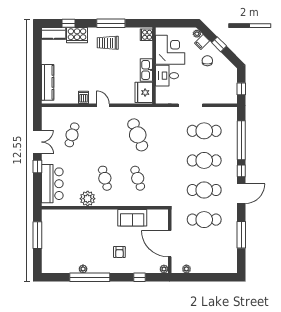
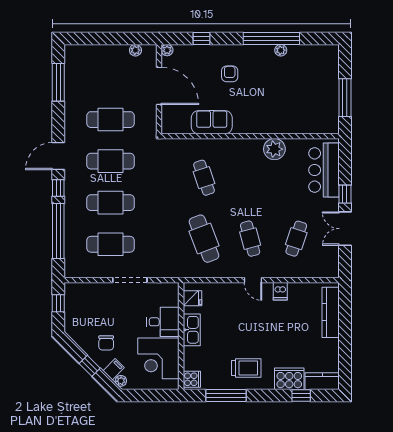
window: (111, 23) -> (226, 395), moved
fridge: (144, 92) -> (192, 298), width x0.53, depth x0.75
cafe table: (105, 178) -> (250, 239), moved
window: (241, 235) -> (58, 82), moved

